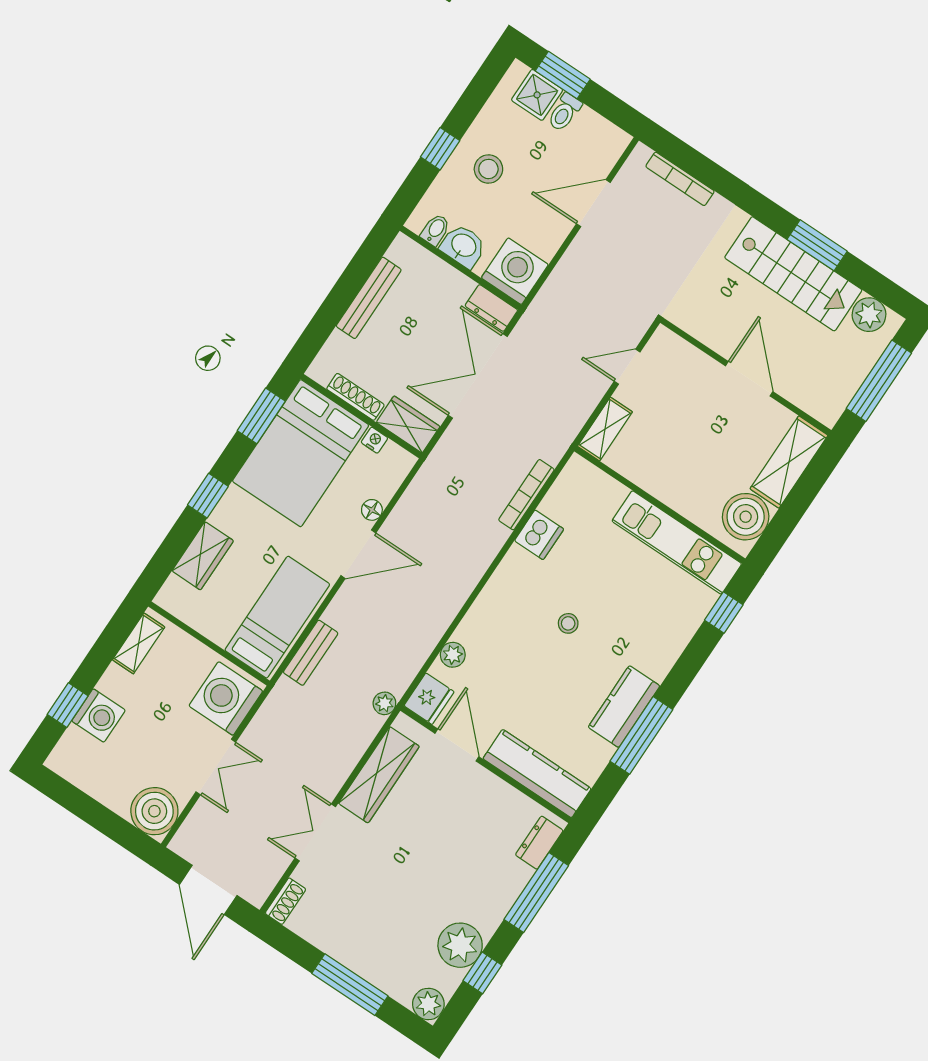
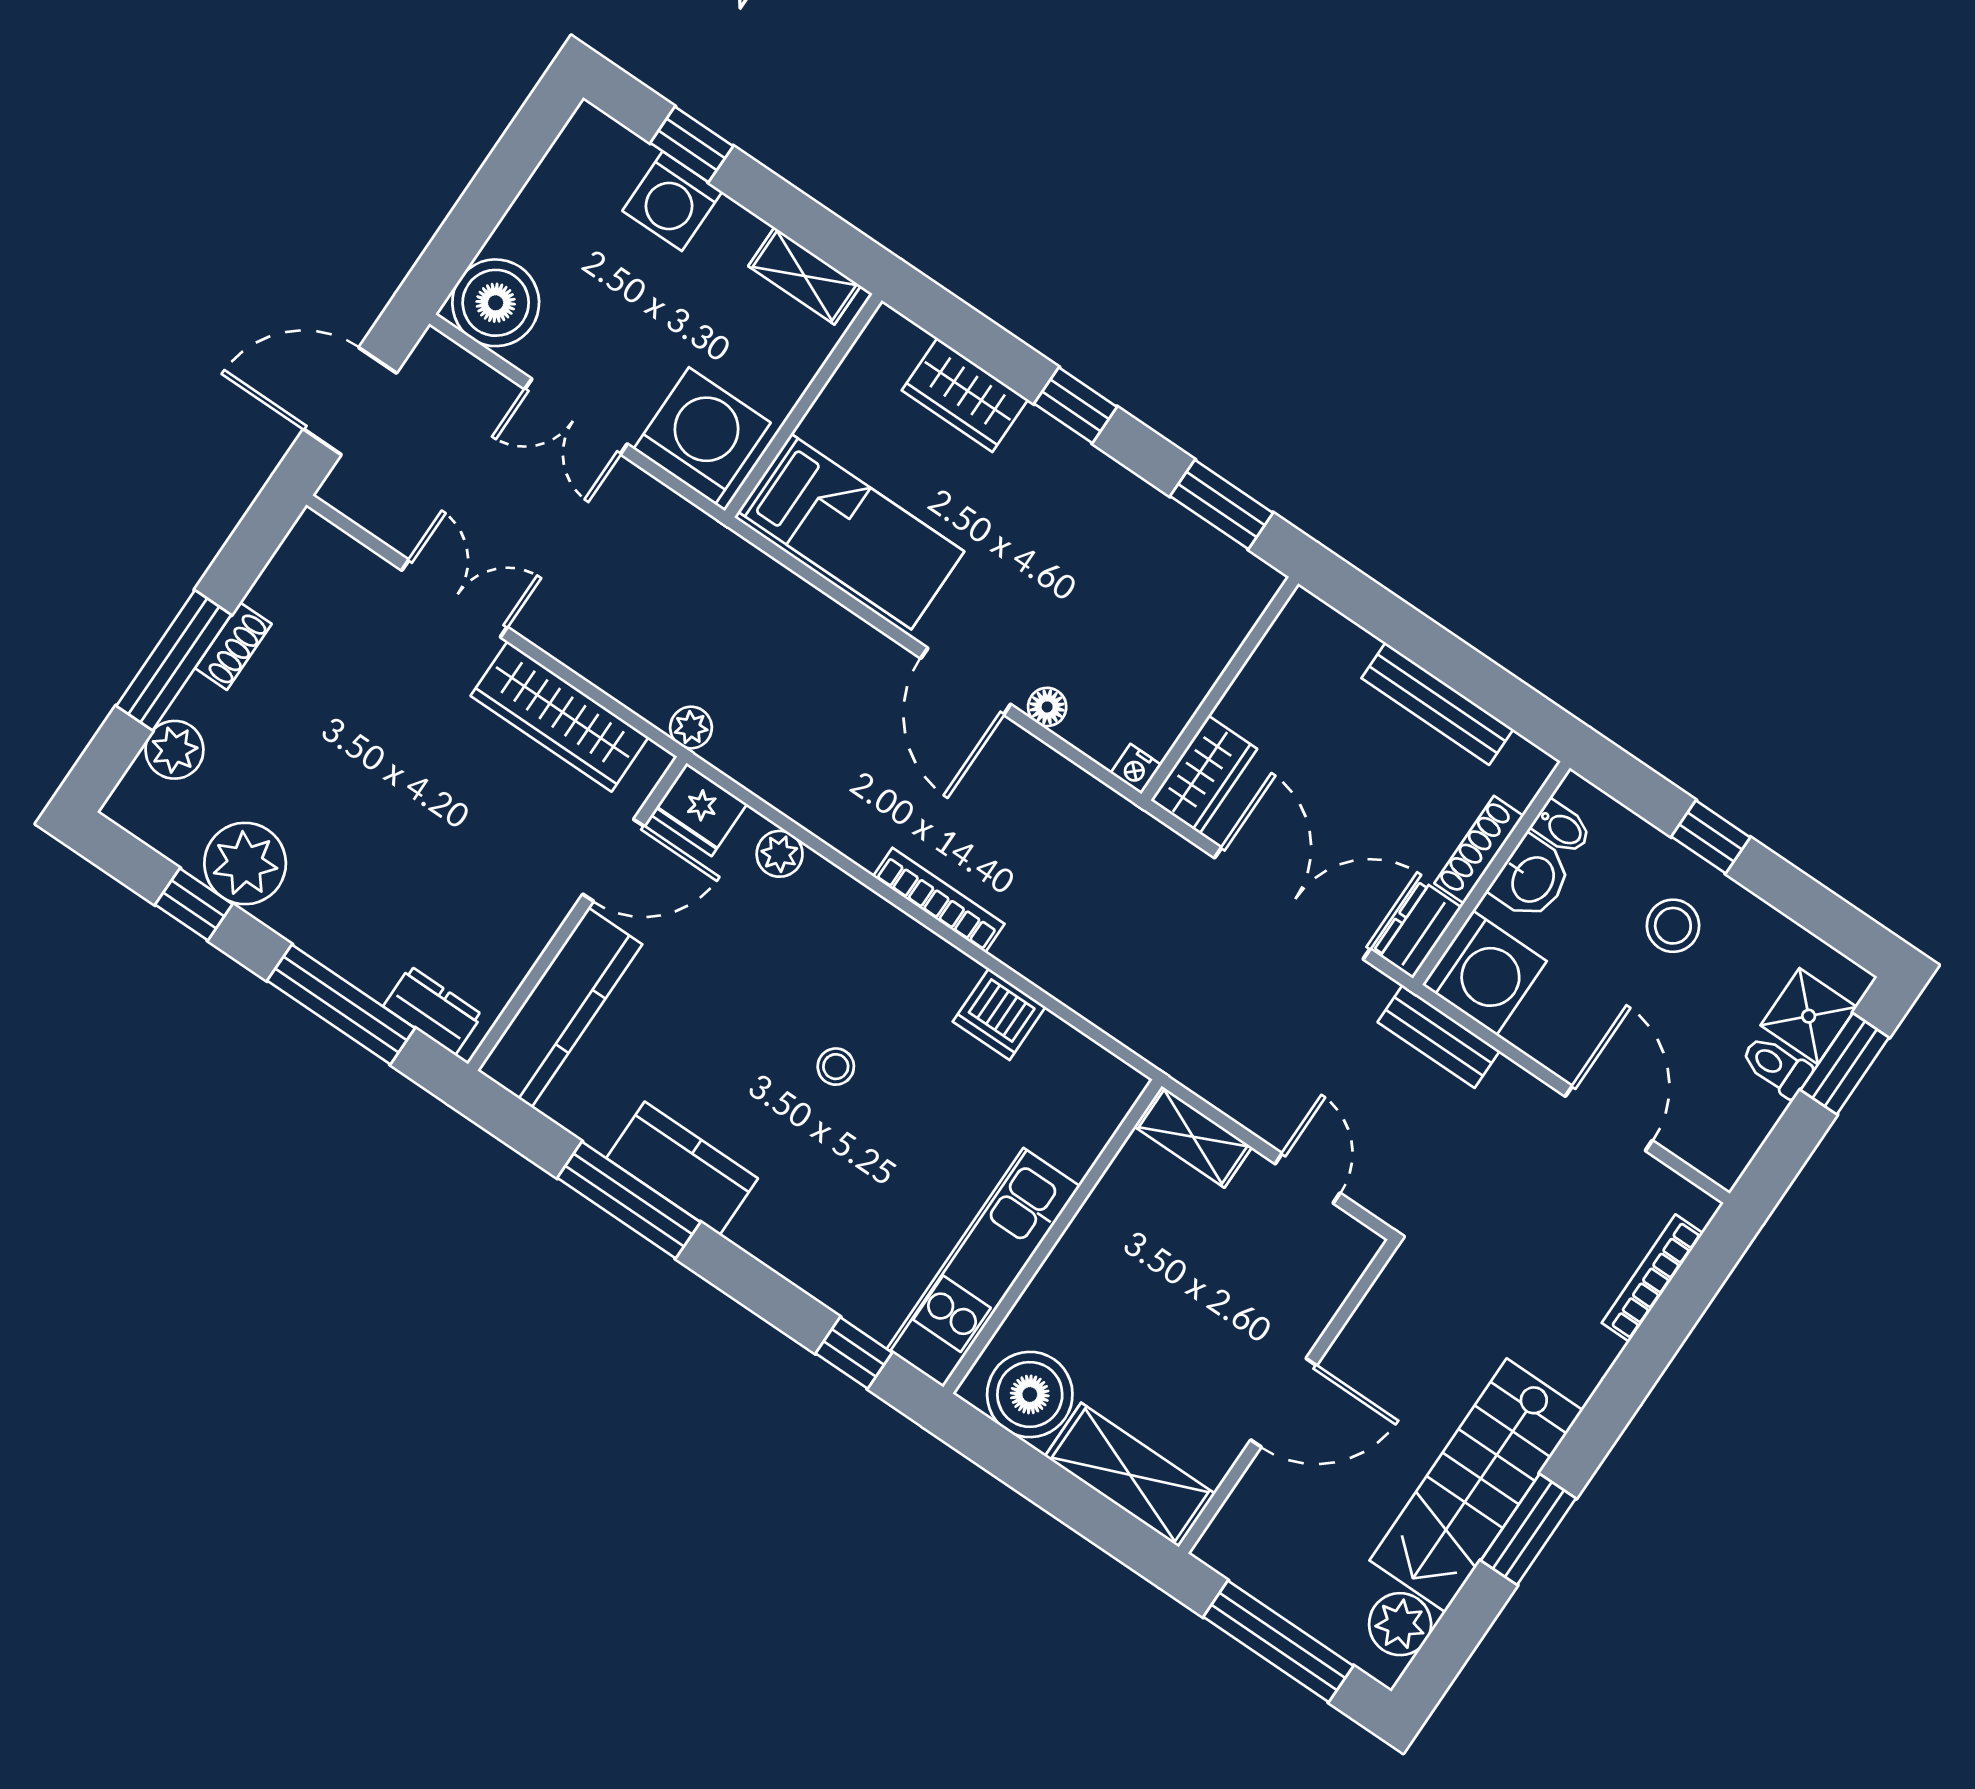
shoe rack: (355, 397) -> (1479, 850), moved, turned 180
nightstand: (374, 440) -> (1136, 769), moved, turned 90
bed: (301, 453) -> (1152, 576), removed
bookcase: (526, 495) -> (939, 900), moved
bench: (311, 653) -> (1439, 1036), moved
shoe rack: (285, 901) -> (233, 646), moved, turned -90
plant: (428, 1004) -> (174, 750), moved

